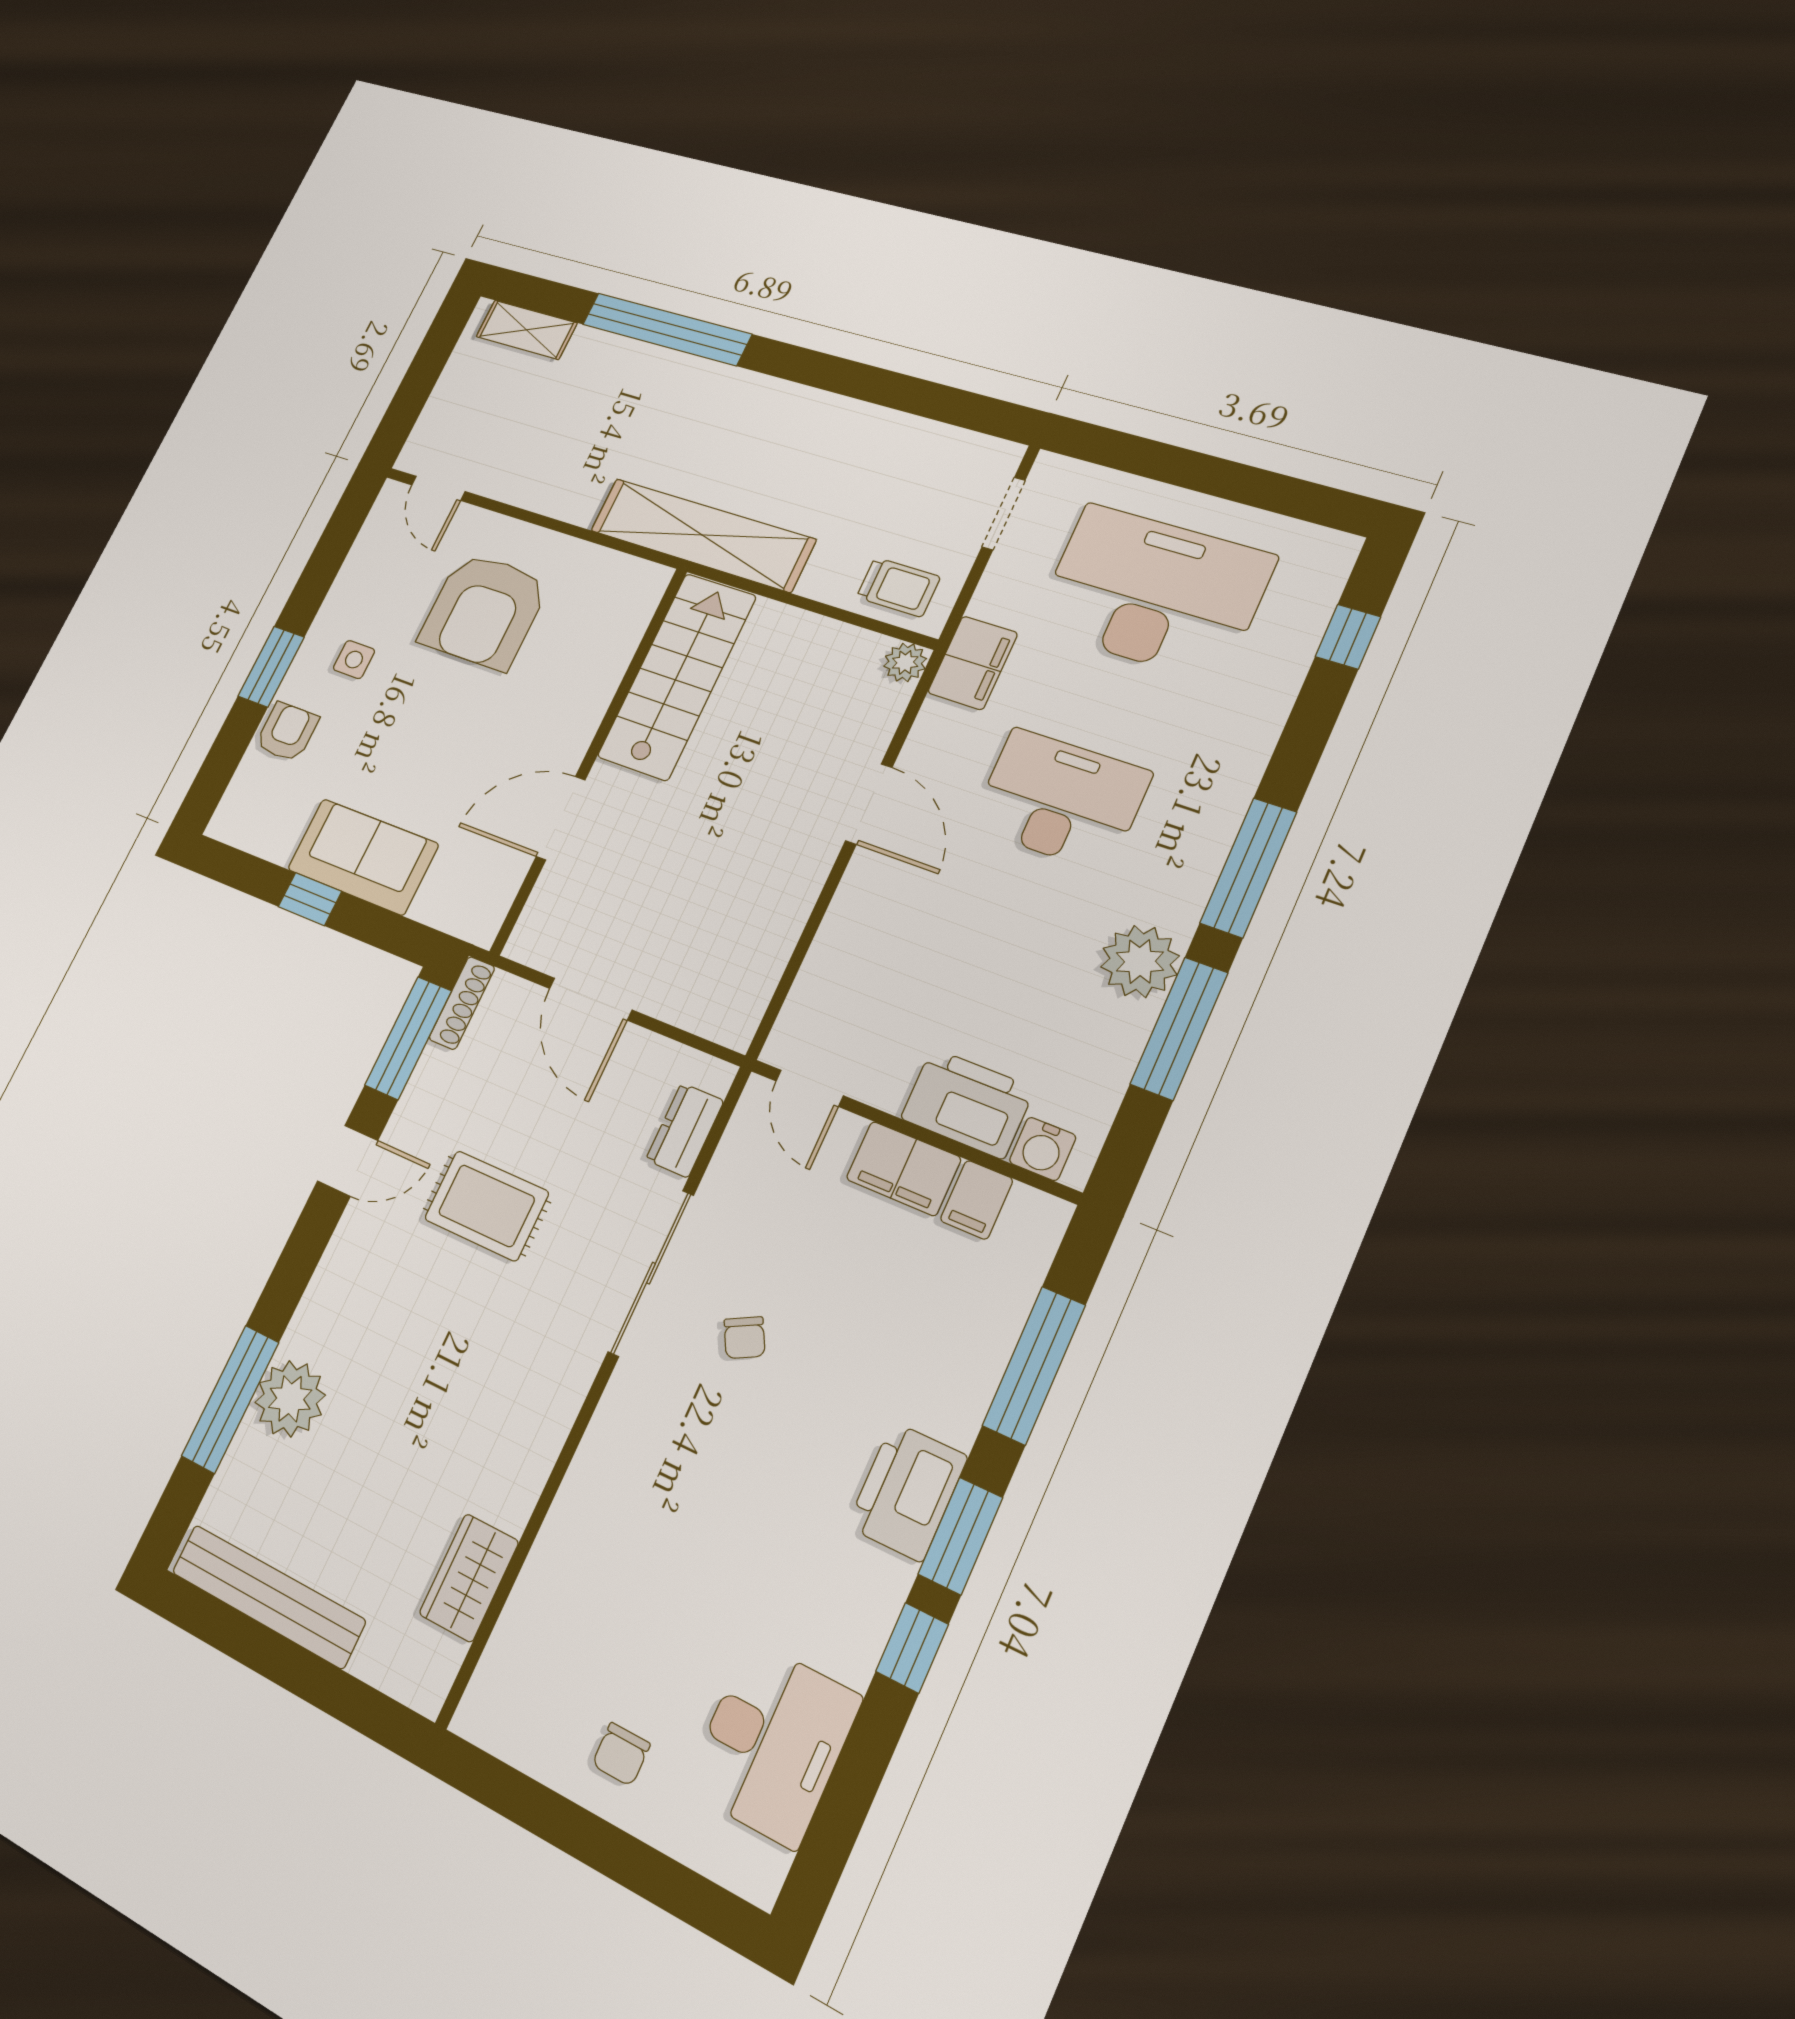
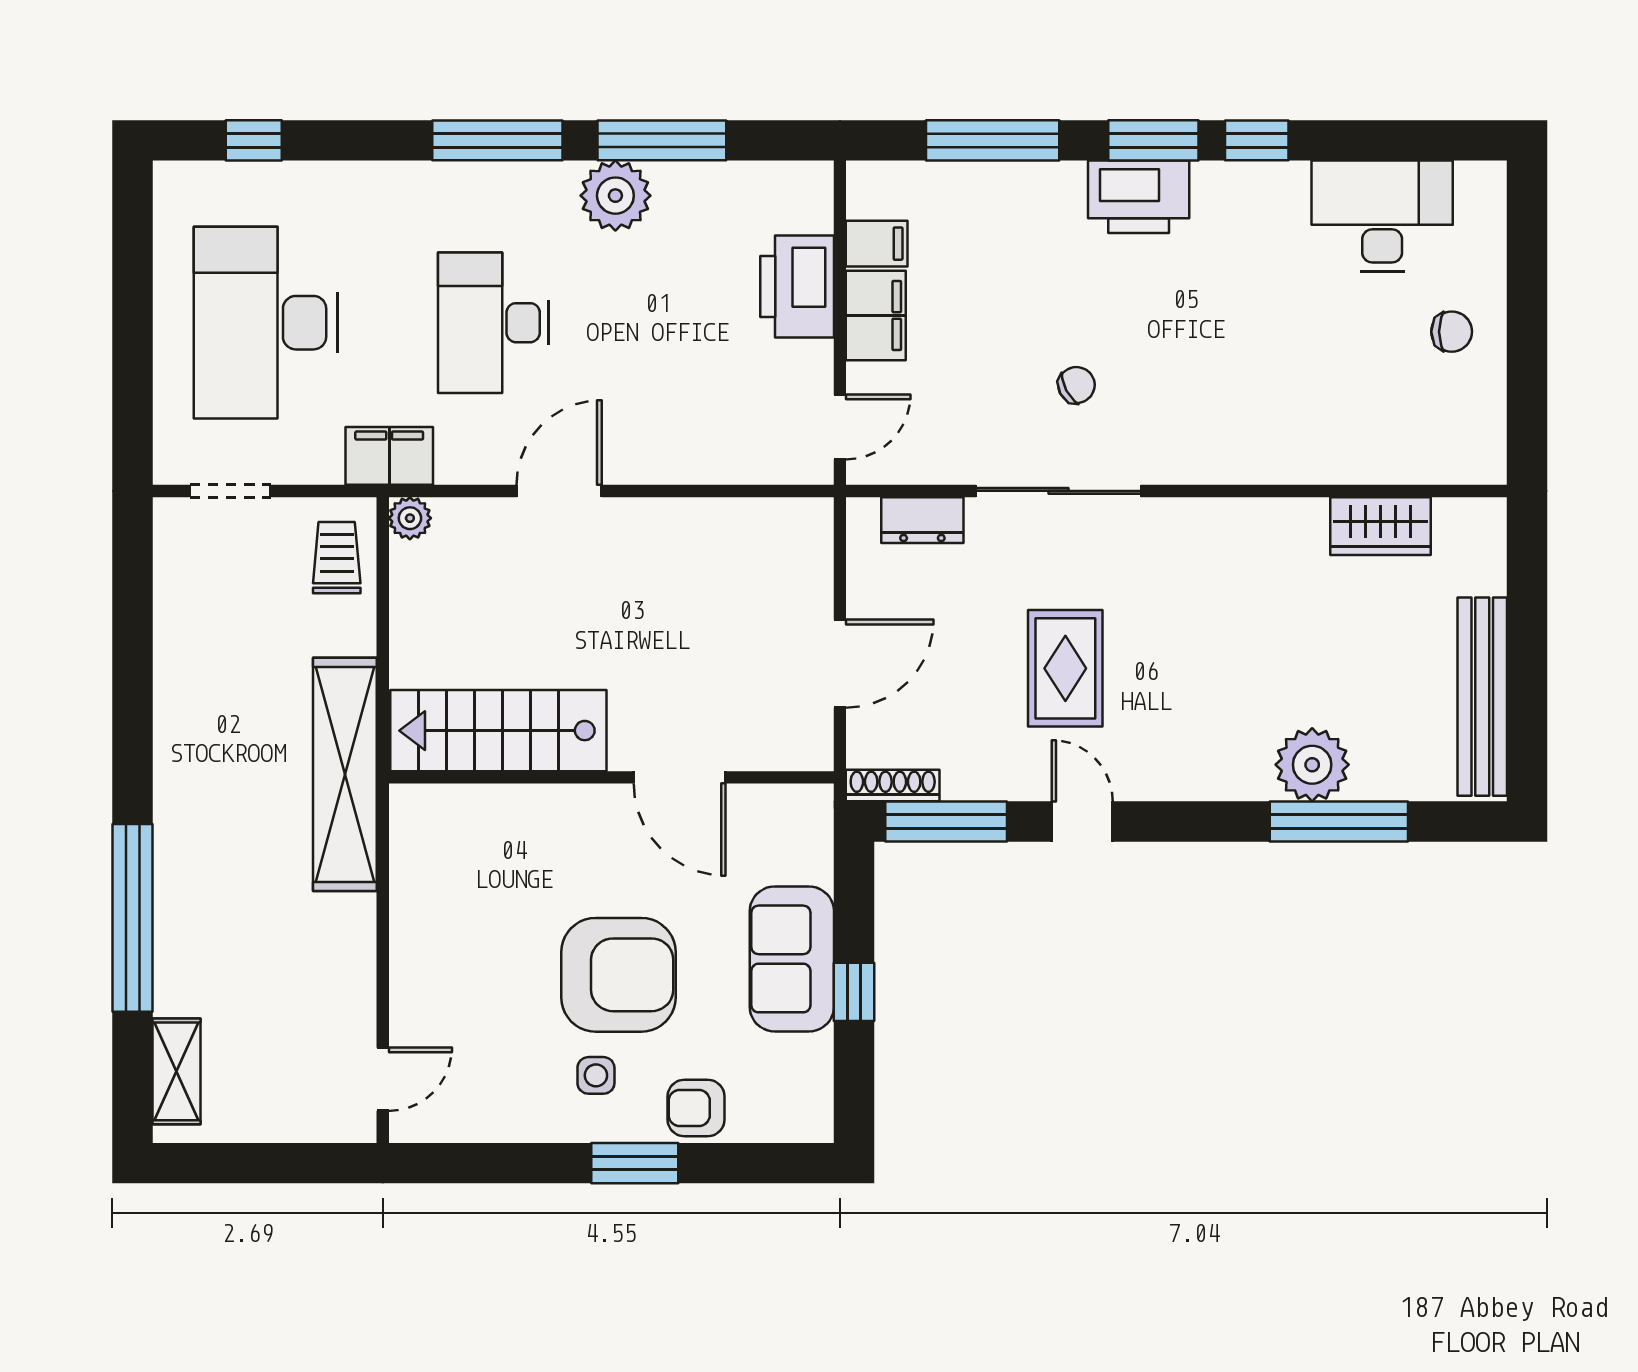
armchair: (484, 611) -> (618, 975), moved
water cooler: (1043, 1149) -> (811, 208), removed

